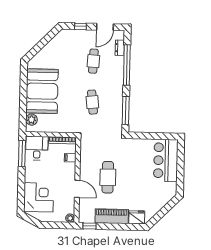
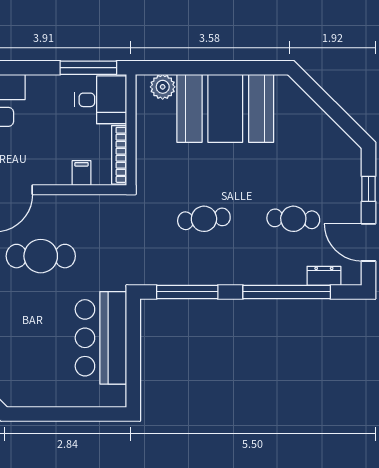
bar counter: (166, 160) -> (101, 338), moved, turned -90

